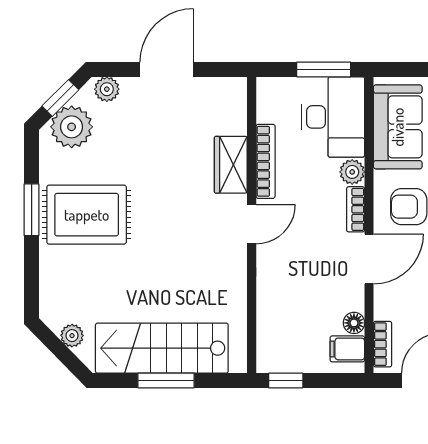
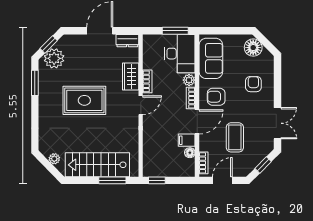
plant: (107, 89) -> (71, 40), removed
dresser: (224, 90) -> (127, 41), added
bookcase: (266, 161) -> (147, 81), width x0.64
window: (32, 210) -> (35, 83), moved
rug: (87, 215) -> (84, 100), moved
filing cabinet: (347, 349) -> (187, 140), moved
window: (166, 381) -> (112, 180), moved

